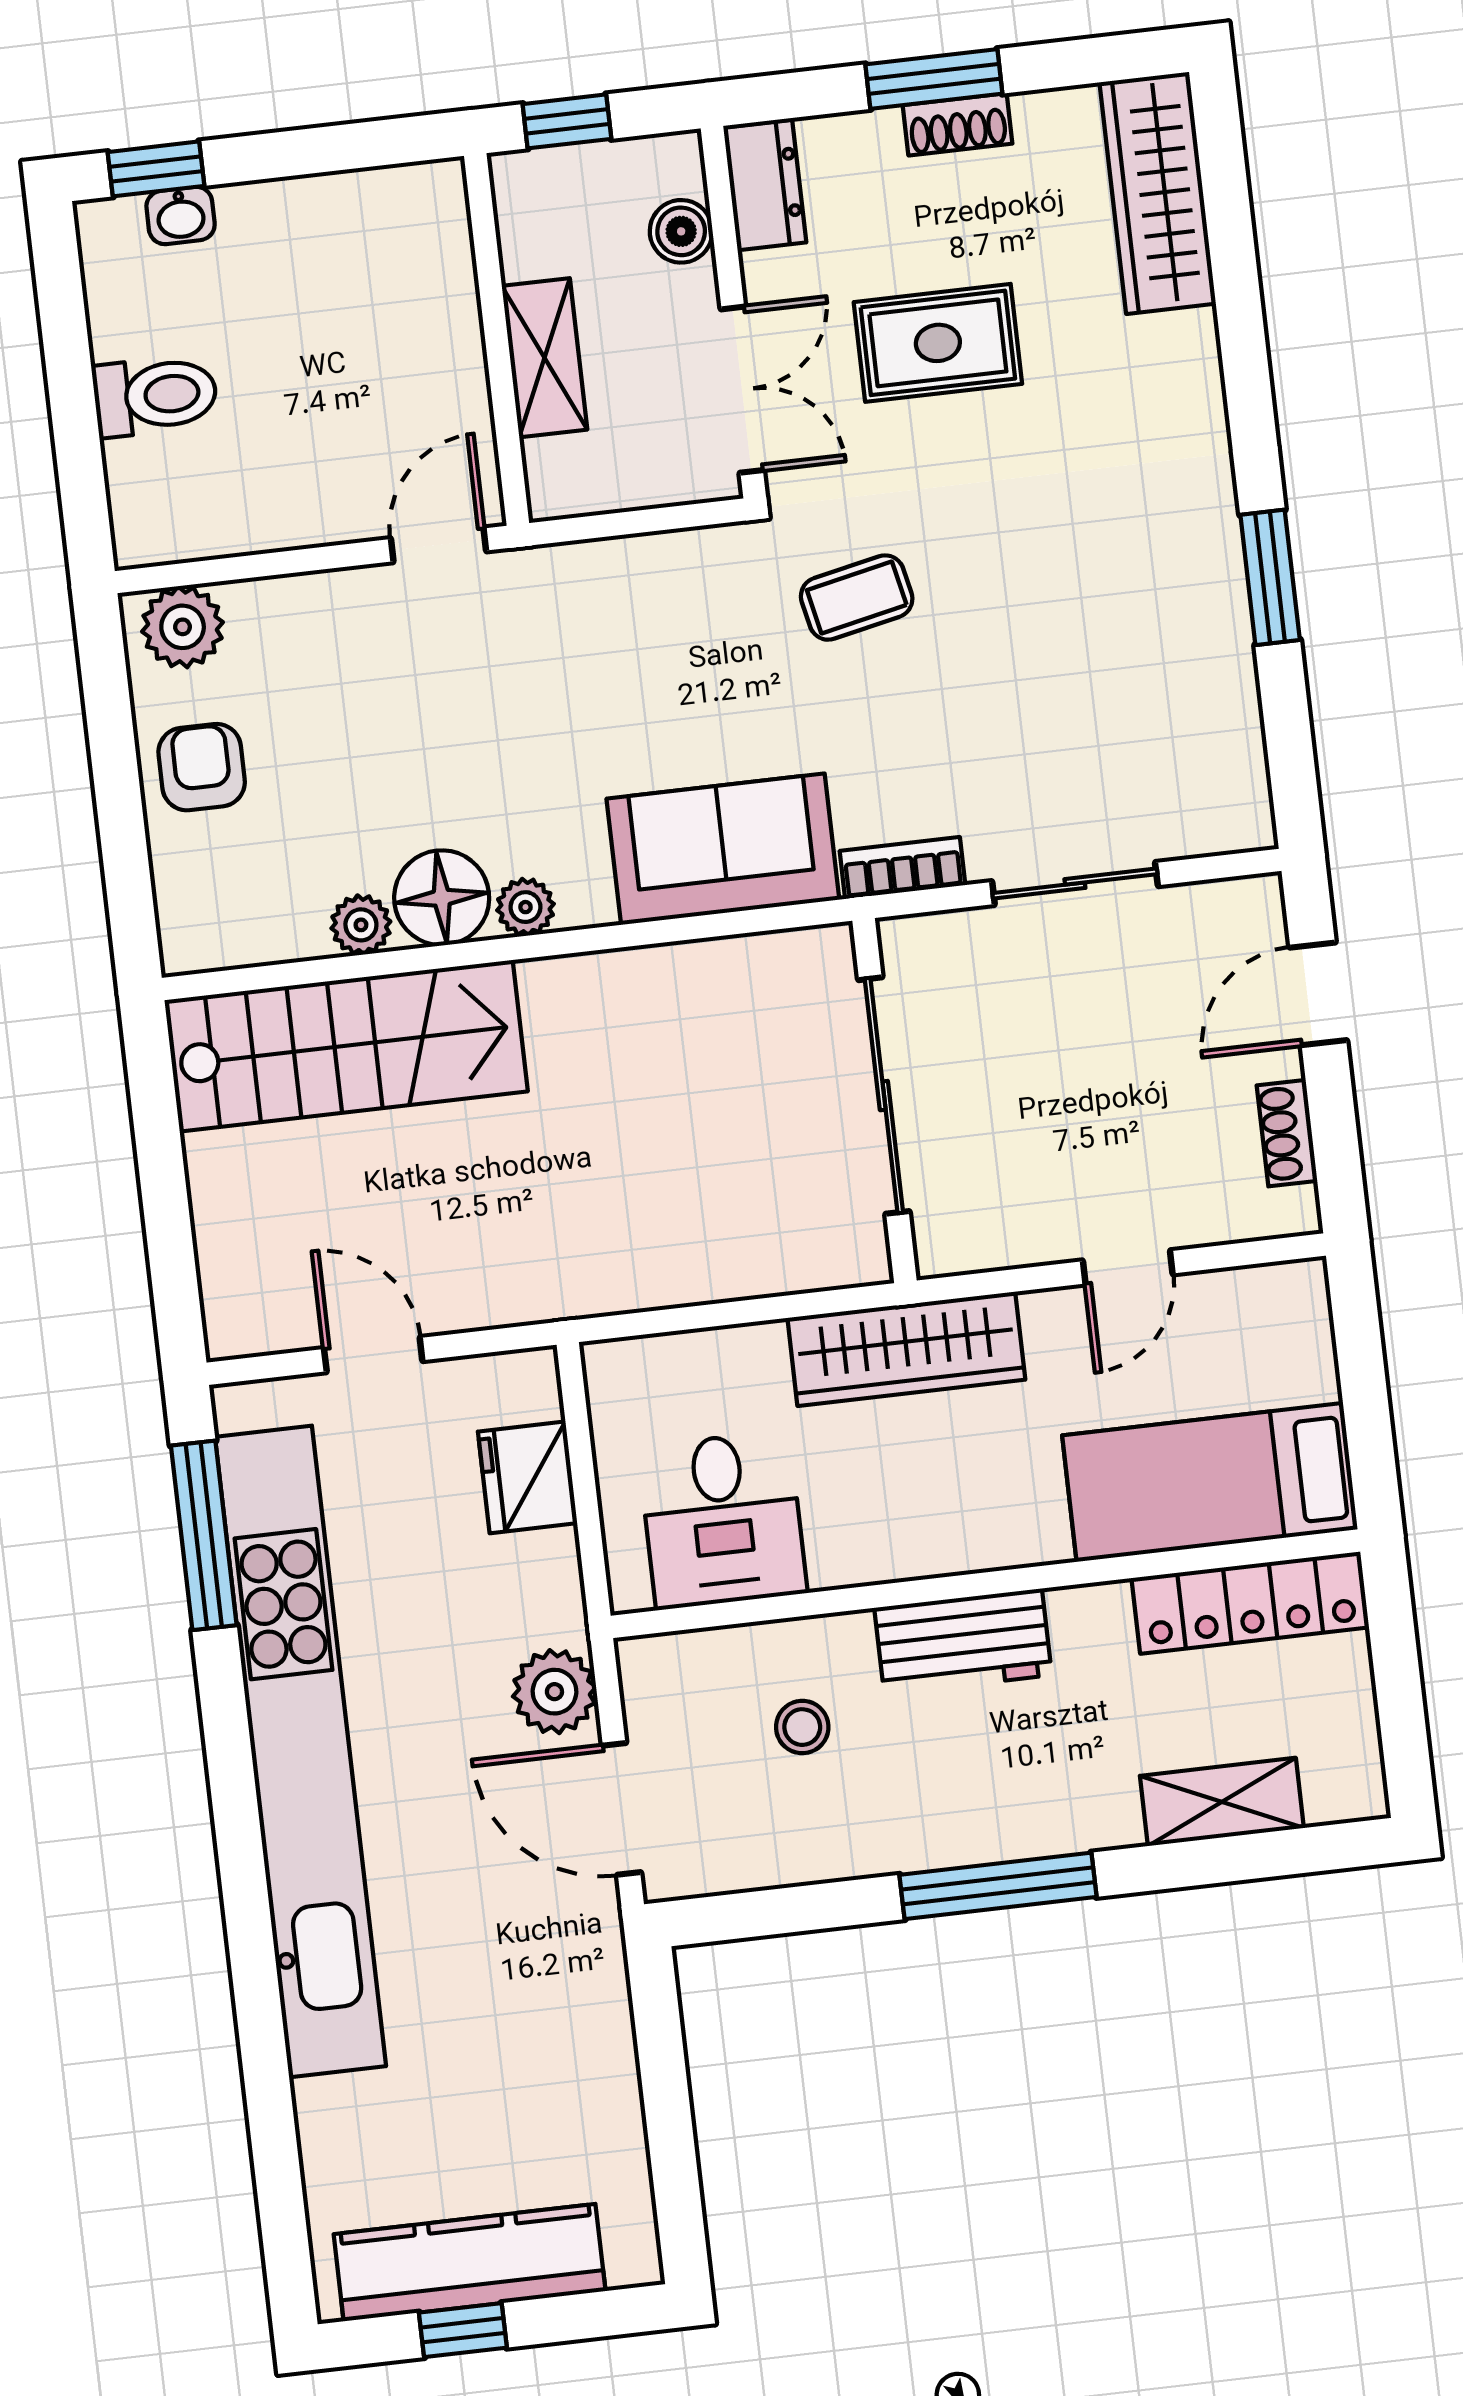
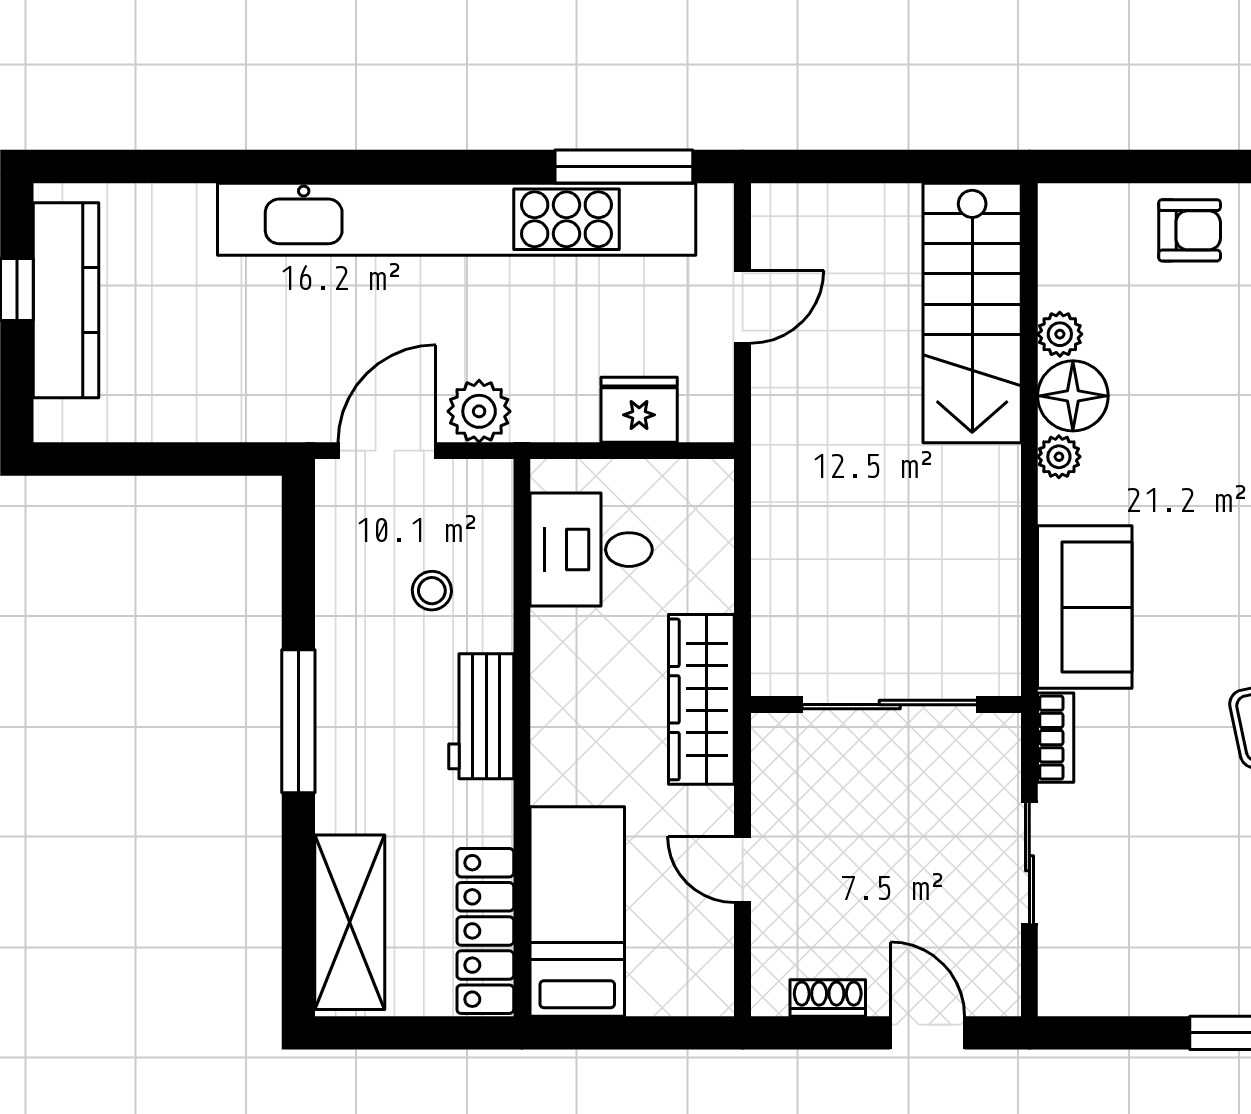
shelving: (1222, 1802) -> (350, 922), width x1.50, depth x1.33

